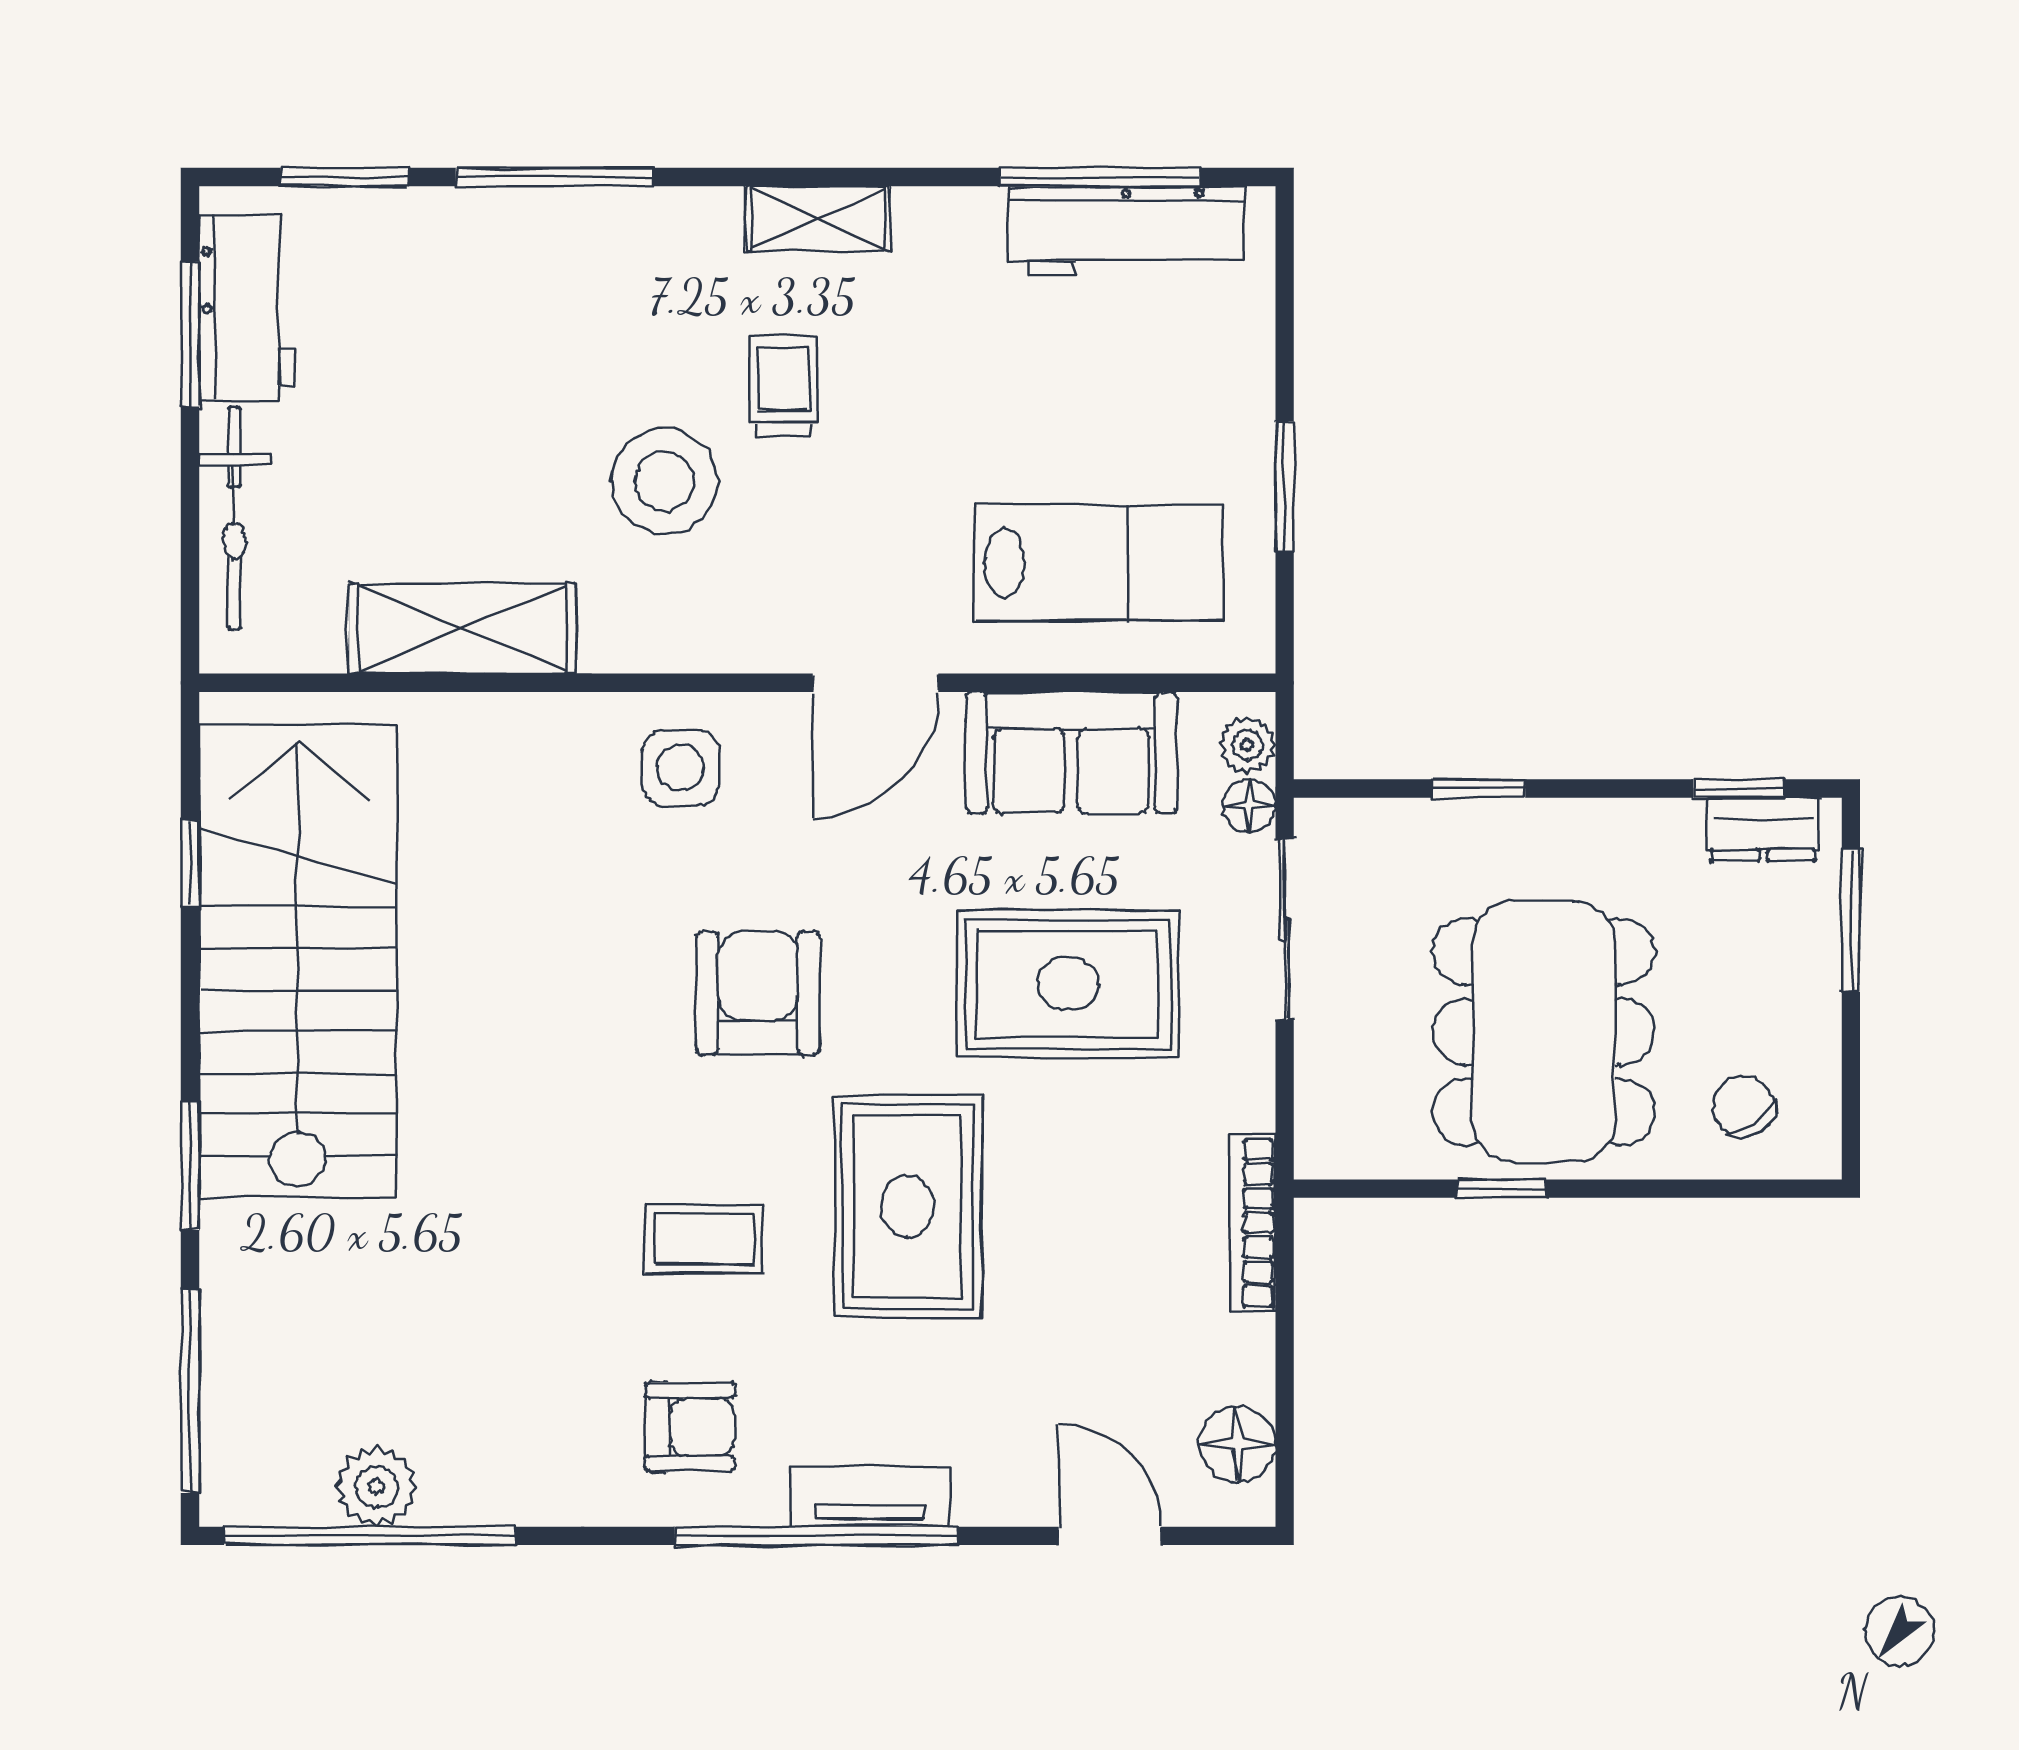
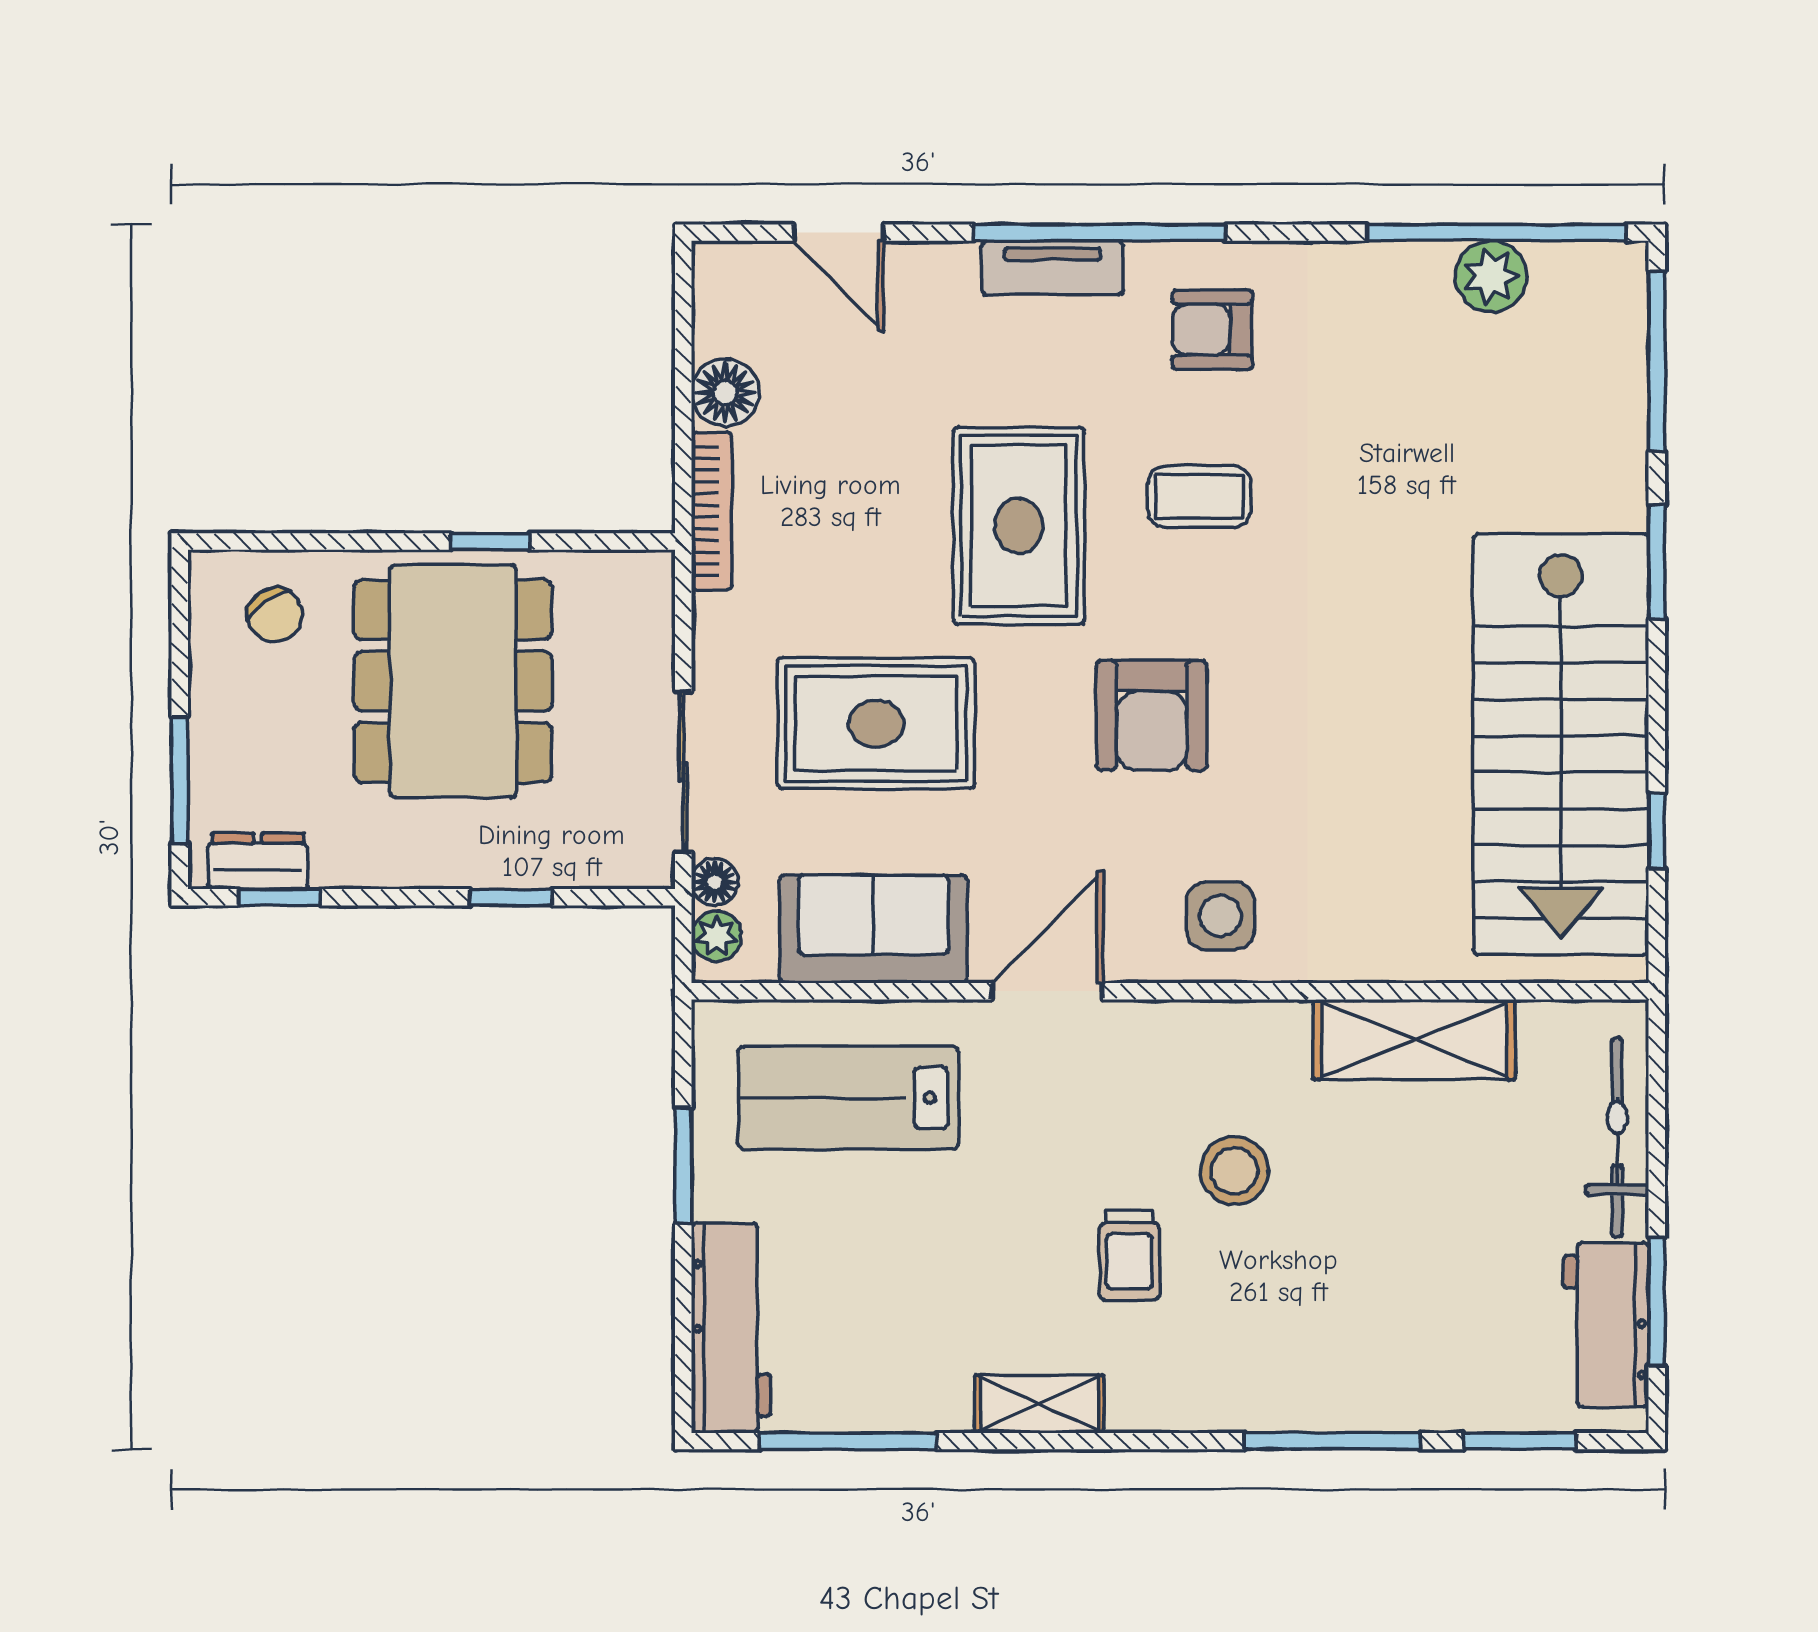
shelving: (817, 219) -> (1039, 1404), moved
workbench: (1127, 230) -> (731, 1328), moved, turned 90
stool: (665, 481) -> (1234, 1171), width x0.73, depth x0.73
floor lamp: (1238, 1444) -> (725, 393), moved

